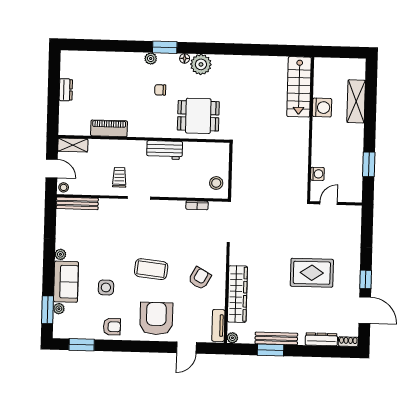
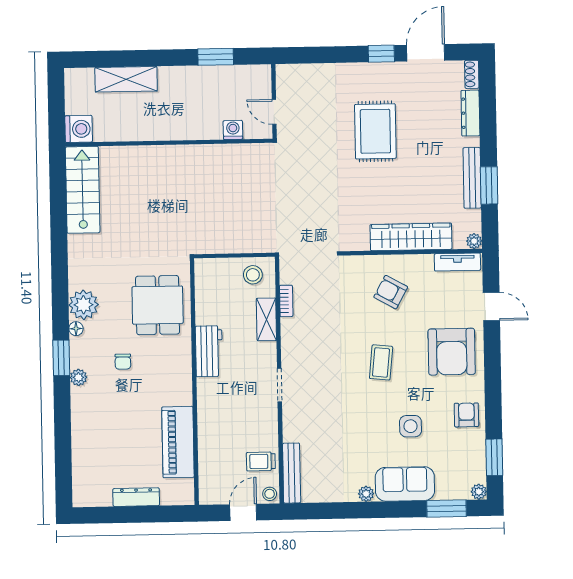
stairs: (299, 87) -> (83, 190), moved, turned -90
dresser: (66, 90) -> (136, 497), width x1.44
washing machine: (322, 107) -> (79, 129), moved, turned 90
piano: (109, 128) -> (178, 442), width x1.37, depth x1.33
shelving: (73, 145) -> (266, 319), moved
trolley: (119, 177) -> (261, 461), moved
coffee table: (151, 269) -> (381, 362), width x0.73, depth x0.77
plant: (59, 309) -> (479, 492), moved
armchair: (156, 319) -> (452, 352), turned -90

